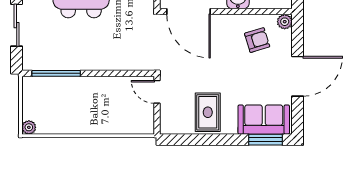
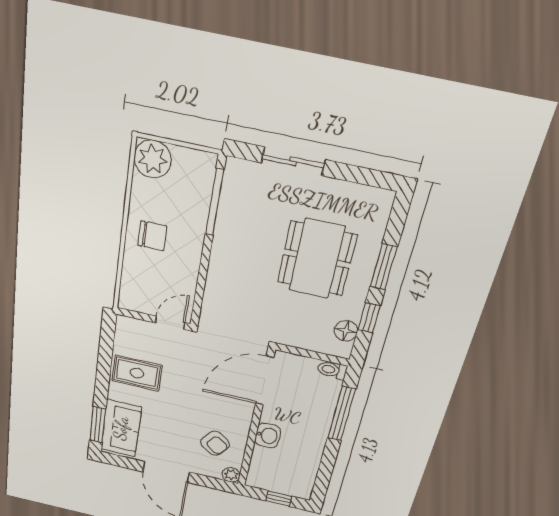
armchair: (257, 40) -> (215, 443), turned -36
chair: (91, 114) -> (152, 236), added
plant: (29, 127) -> (153, 159), width x1.88, depth x1.88

